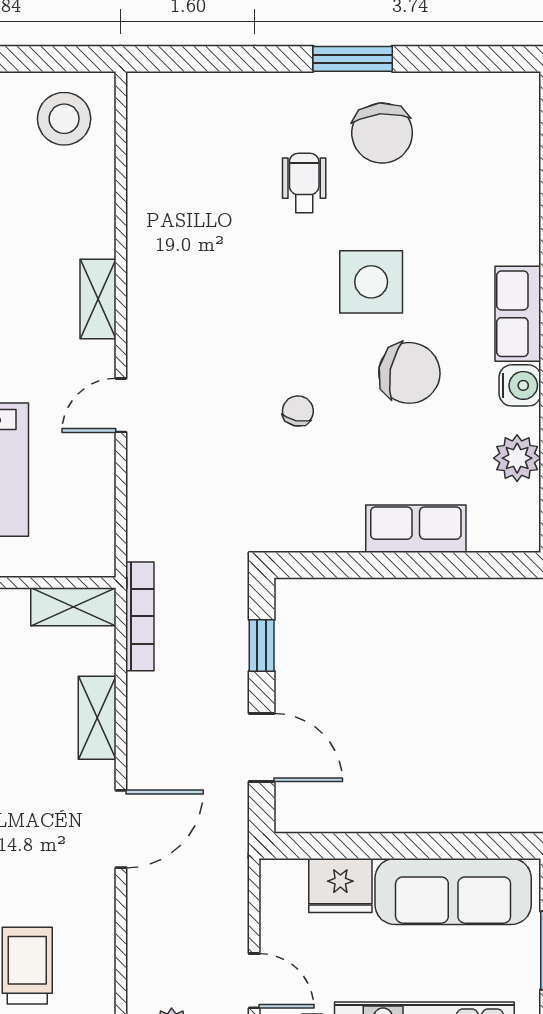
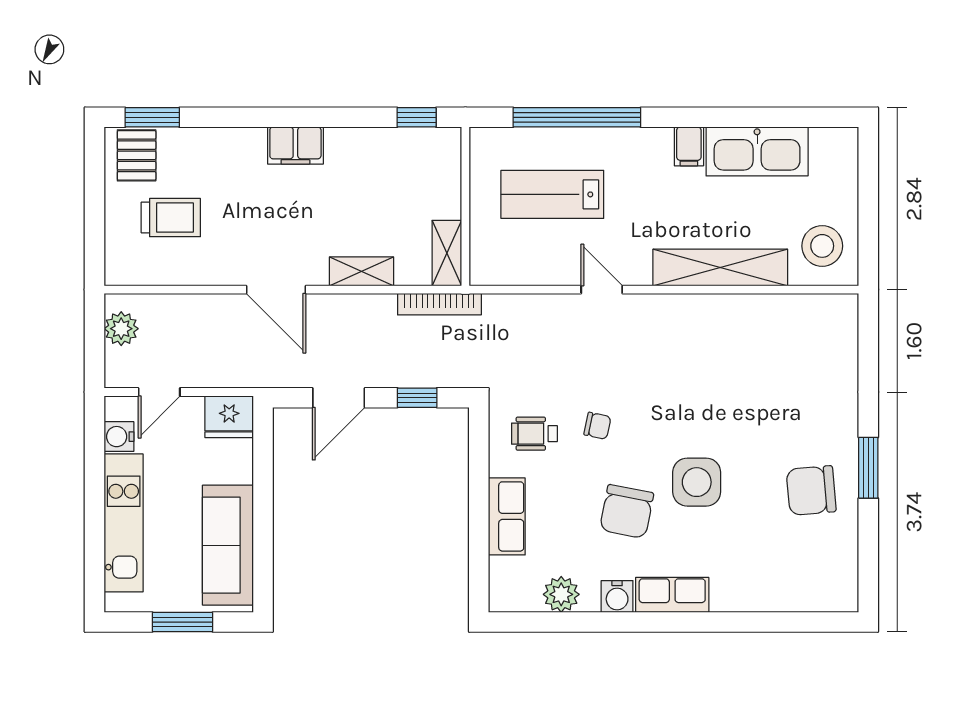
wheelchair: (304, 183) -> (534, 434), moved, turned 180
shelving: (98, 299) -> (720, 267), width x2.20, depth x1.33
fridge: (340, 885) -> (229, 417), moved, turned -90

